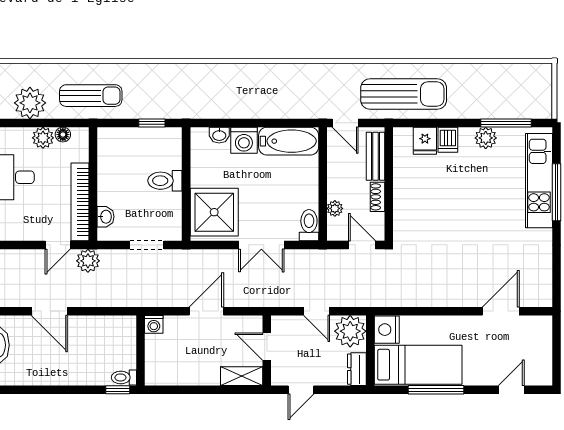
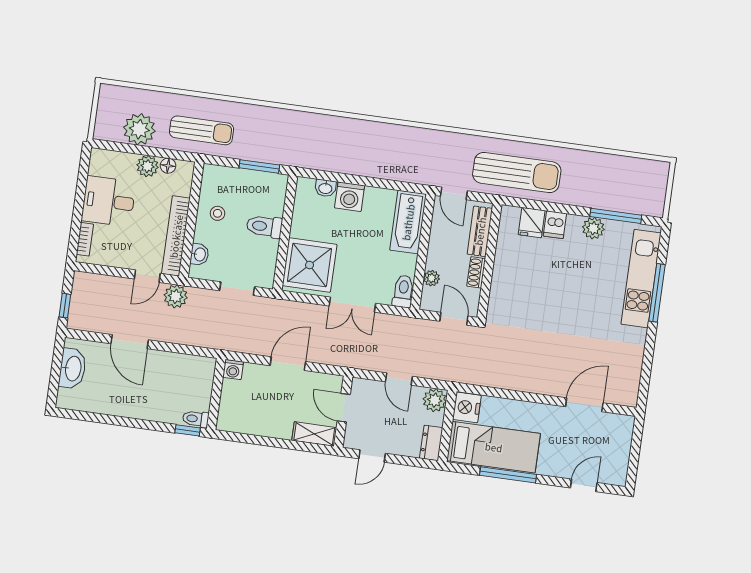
window: (152, 123) -> (259, 166), width x1.50
bathtub: (289, 141) -> (408, 222), moved, turned 90
stool: (118, 174) -> (218, 213), added
plant: (350, 331) -> (435, 400), width x0.73, depth x0.73

